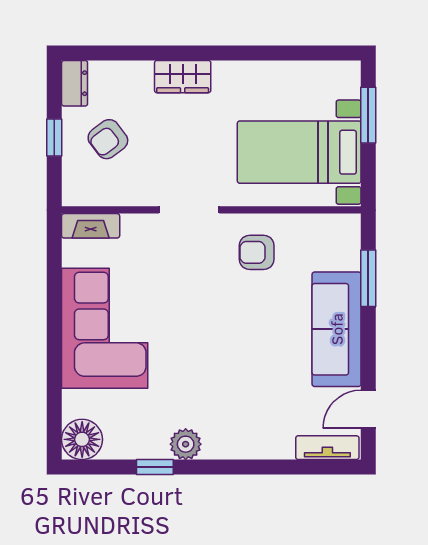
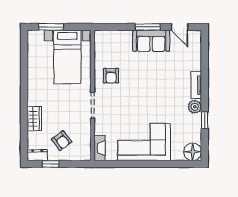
wardrobe: (183, 77) -> (34, 119), moved
window: (54, 137) -> (51, 164), moved
window: (368, 278) -> (148, 27), moved
sofa: (337, 329) -> (151, 41), width x0.73
tv unit: (327, 448) -> (196, 85), moved

